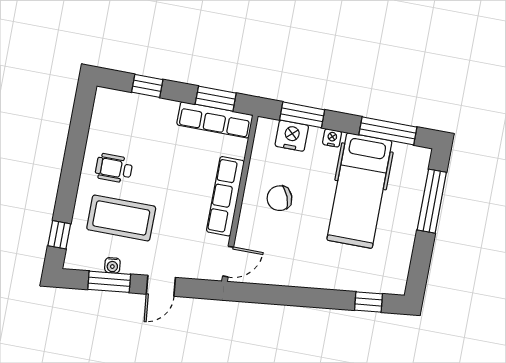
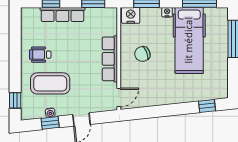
row of seats: (215, 120) -> (62, 14), moved
nightstand: (292, 136) -> (131, 15), moved
window: (109, 282) -> (50, 123), width x0.67

